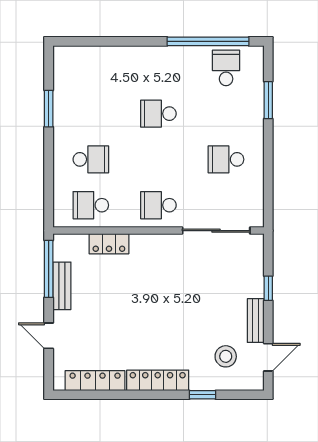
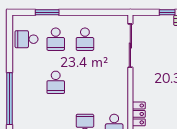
window: (208, 41) -> (10, 99), moved
school desk: (158, 205) -> (56, 39), moved

